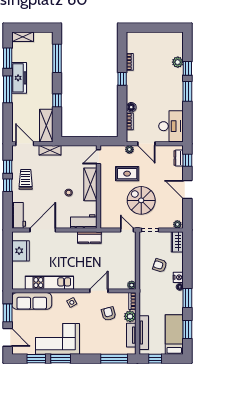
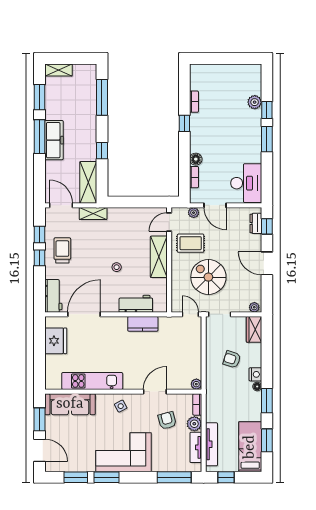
freezer: (19, 78) -> (54, 140), moved
door: (99, 157) -> (169, 222), moved
shelving: (90, 184) -> (159, 257), moved
wall: (99, 187) -> (169, 260), moved
corner sofa: (58, 339) -> (124, 452), moved

